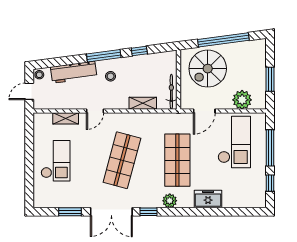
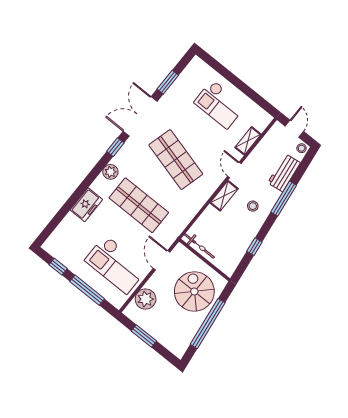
window: (104, 56) -> (284, 199), moved
workbench: (74, 72) -> (284, 173), width x0.73
shelving: (143, 103) -> (224, 196), moved

